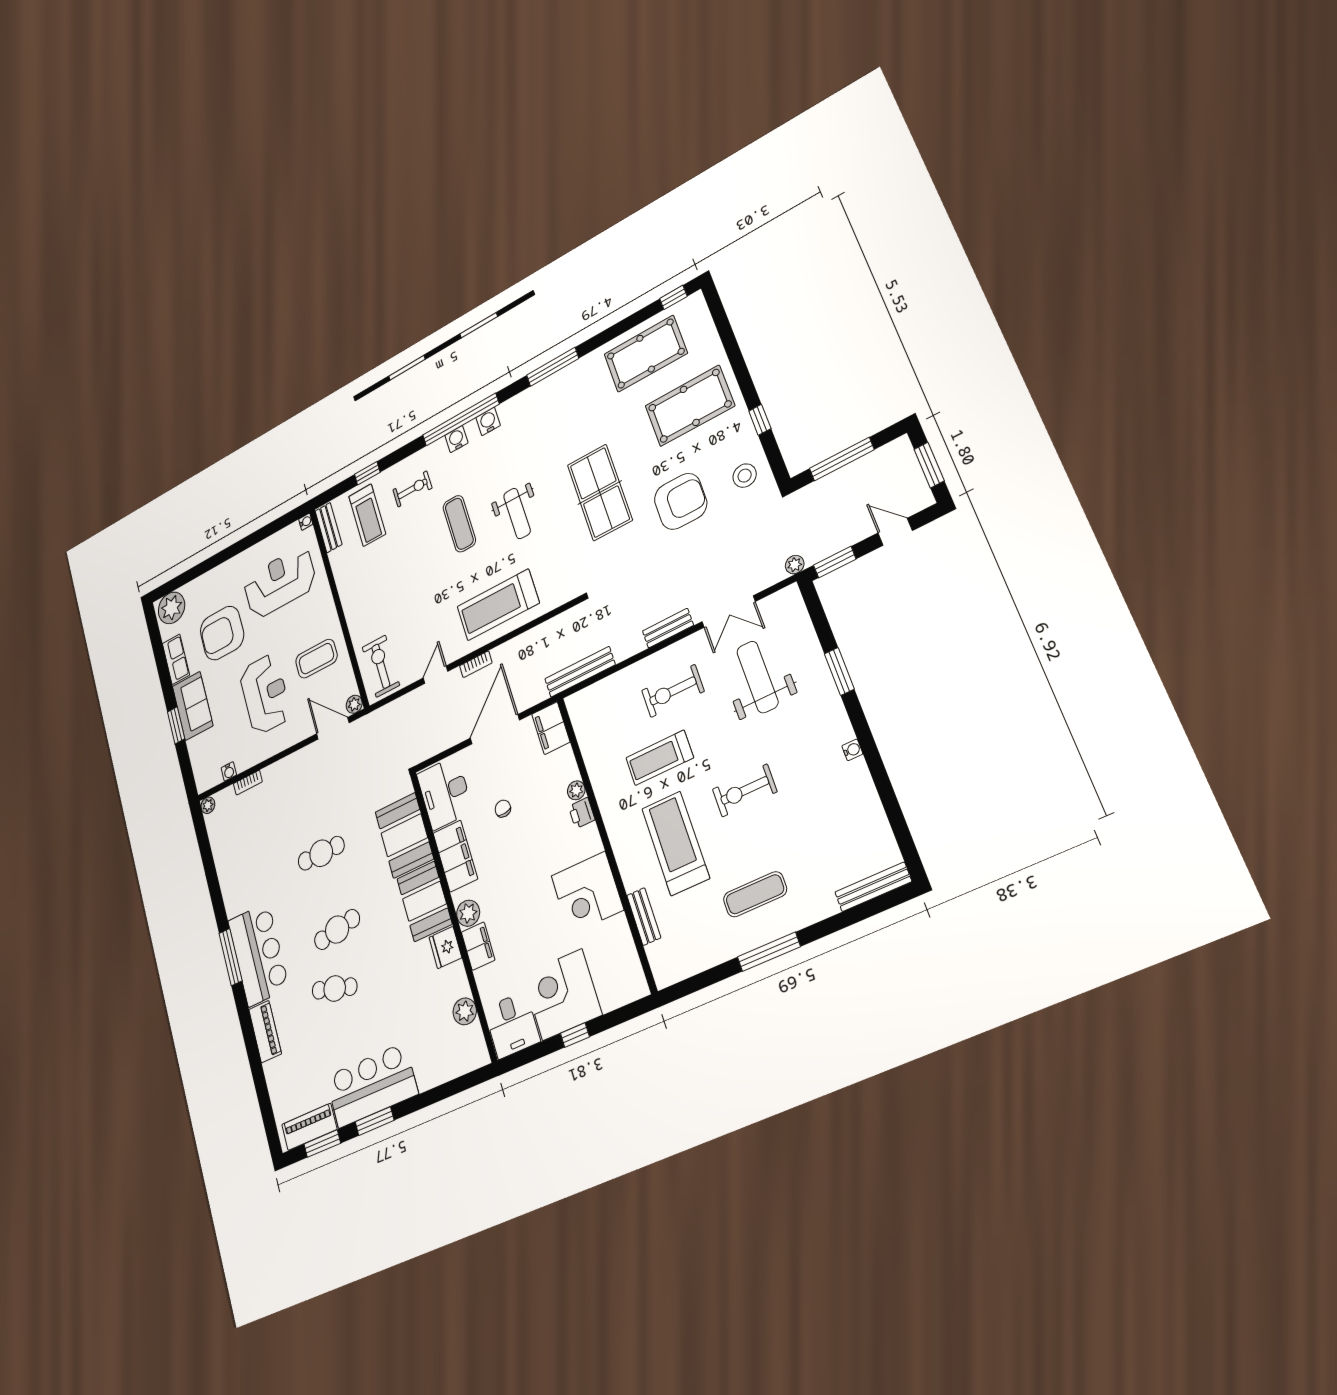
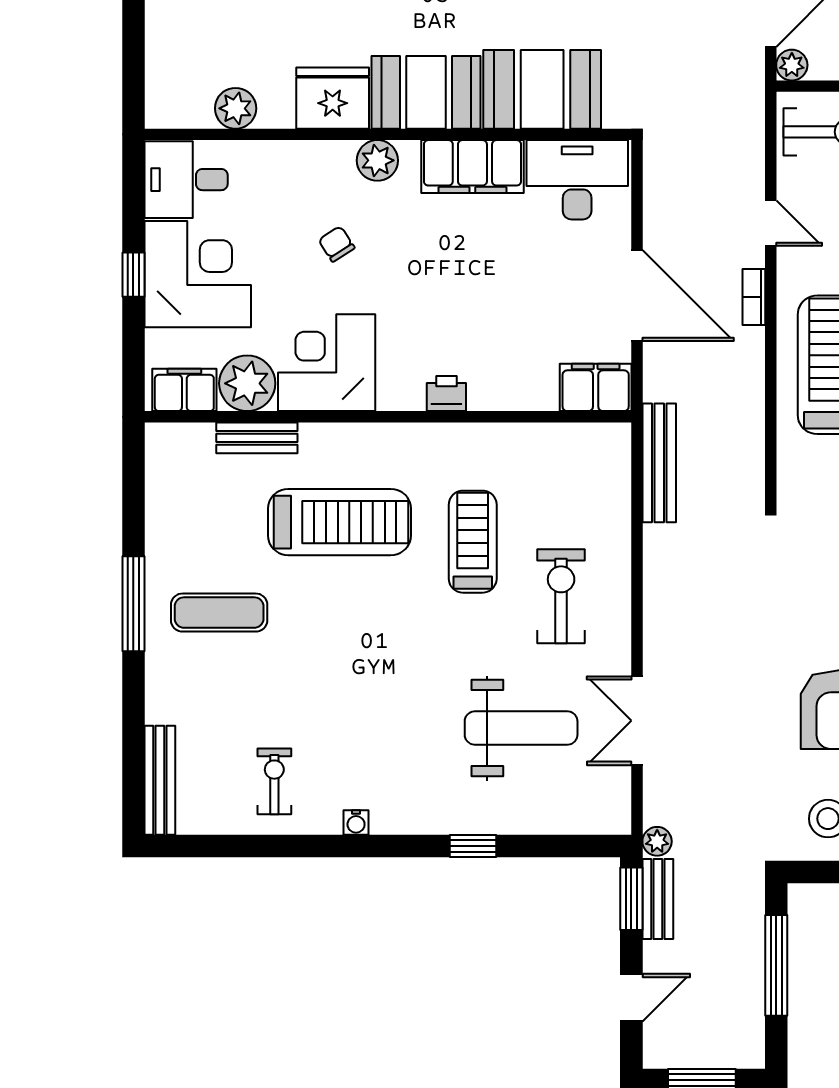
bench: (668, 628) -> (658, 899), moved
window: (839, 671) -> (473, 846), width x0.67
plant: (576, 790) -> (247, 383), moved, width x1.87, depth x1.87
exercise bike: (745, 790) -> (274, 781), moved, width x0.73, depth x0.72
chair: (503, 809) -> (337, 244), moved, turned -118
exercise mat: (755, 894) -> (219, 613), turned 90
filing cabinet: (478, 946) -> (184, 390), moved, turned 180
fridge: (445, 948) -> (333, 98), width x1.36, depth x1.34

